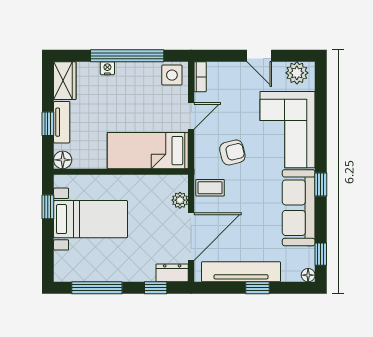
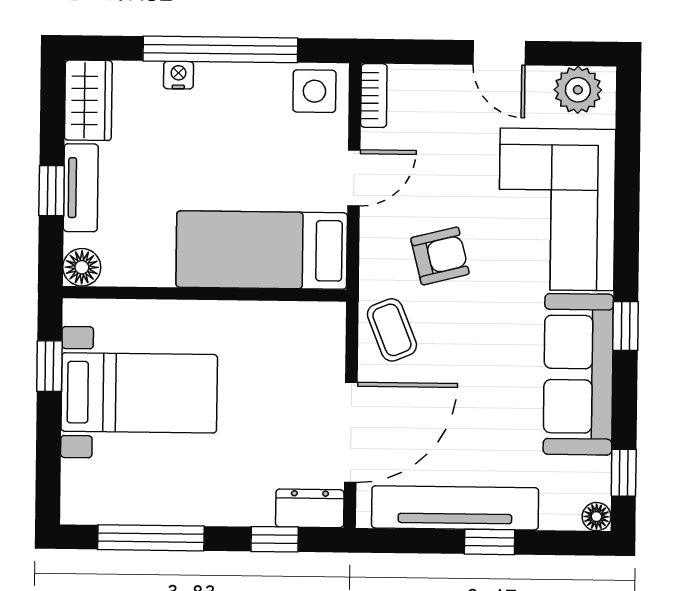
coffee table: (210, 188) -> (392, 330), turned 68
plant: (180, 200) -> (328, 355), removed

